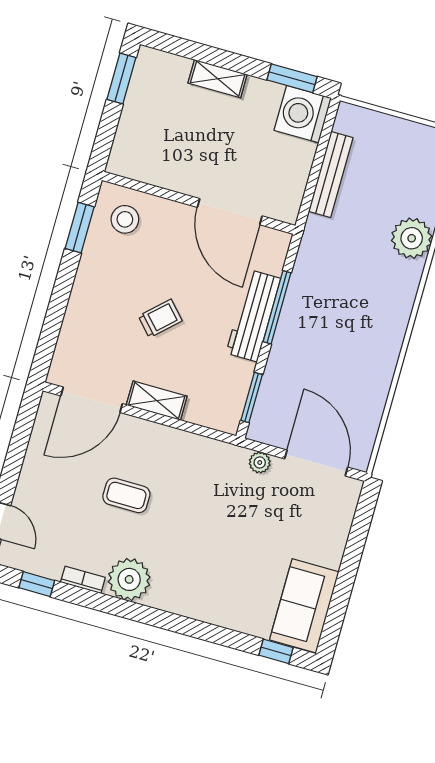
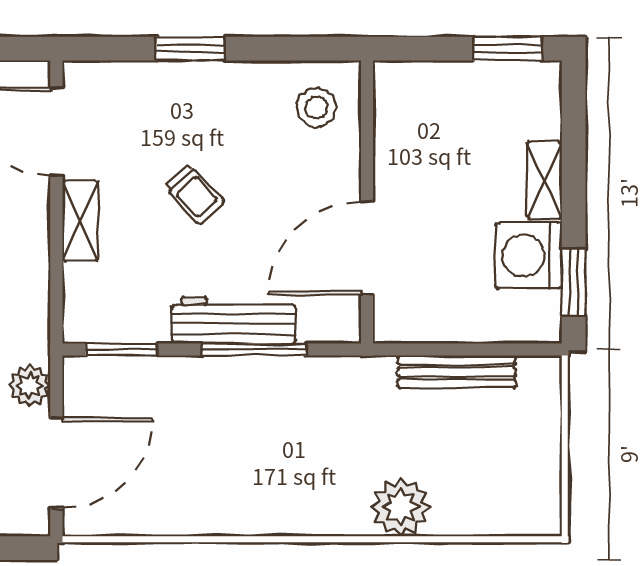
washing machine: (303, 114) -> (529, 255), moved, turned -90
window: (80, 228) -> (190, 49), moved
plant: (260, 463) -> (30, 385), width x1.38, depth x1.38

